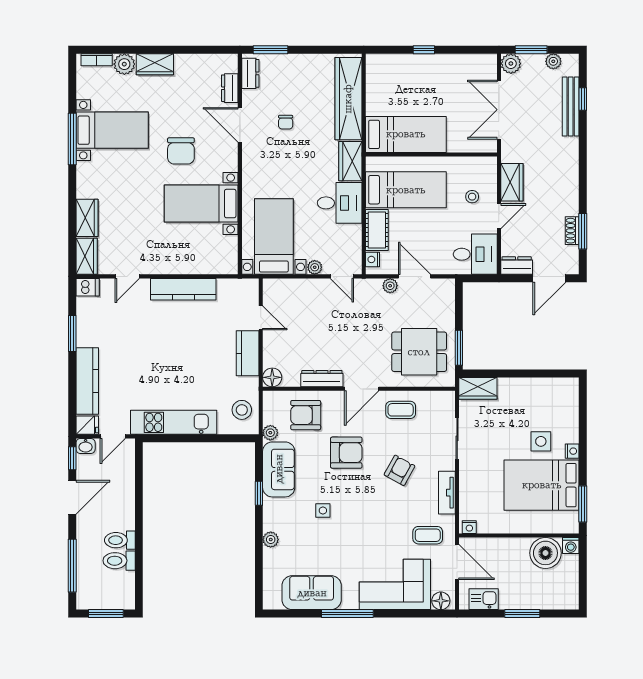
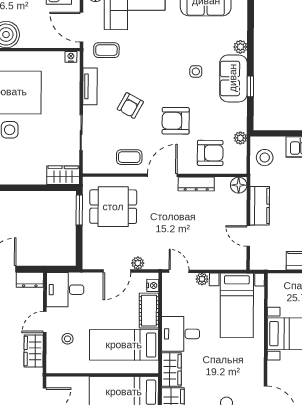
door: (415, 276) -> (117, 271), hinge flipped
sofa: (279, 469) -> (233, 78), moved

